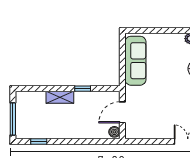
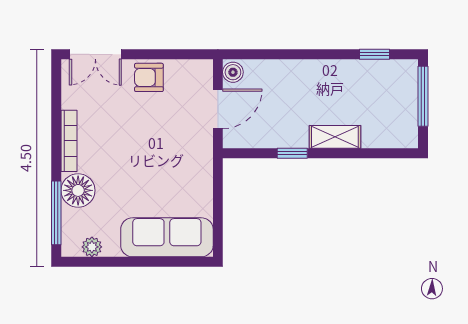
sofa: (135, 61) -> (167, 237), moved, turned 90
armchair: (159, 129) -> (149, 77), added

